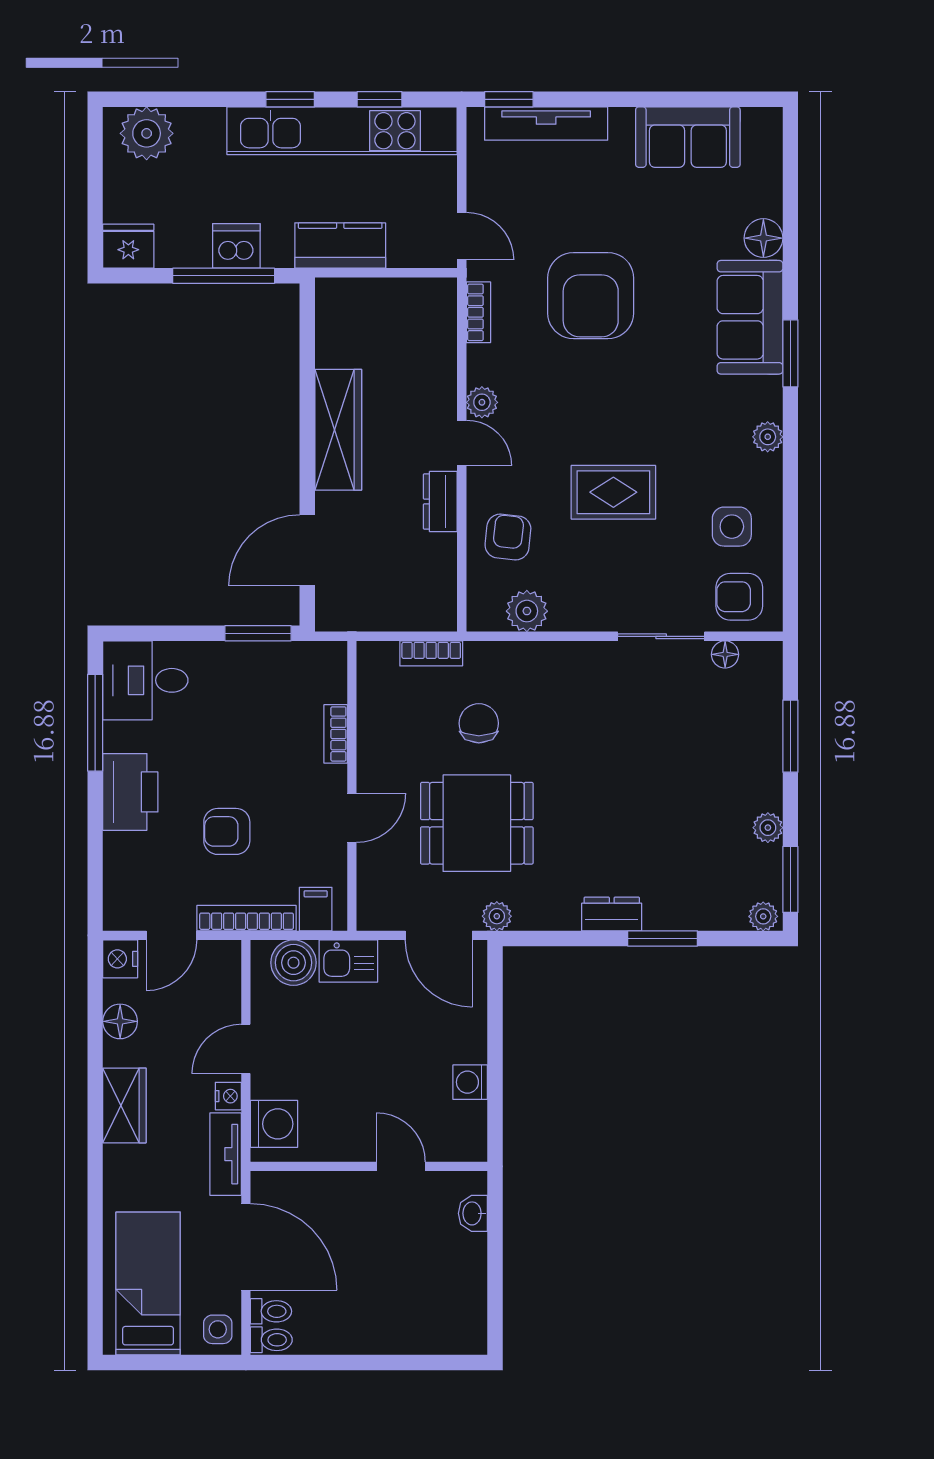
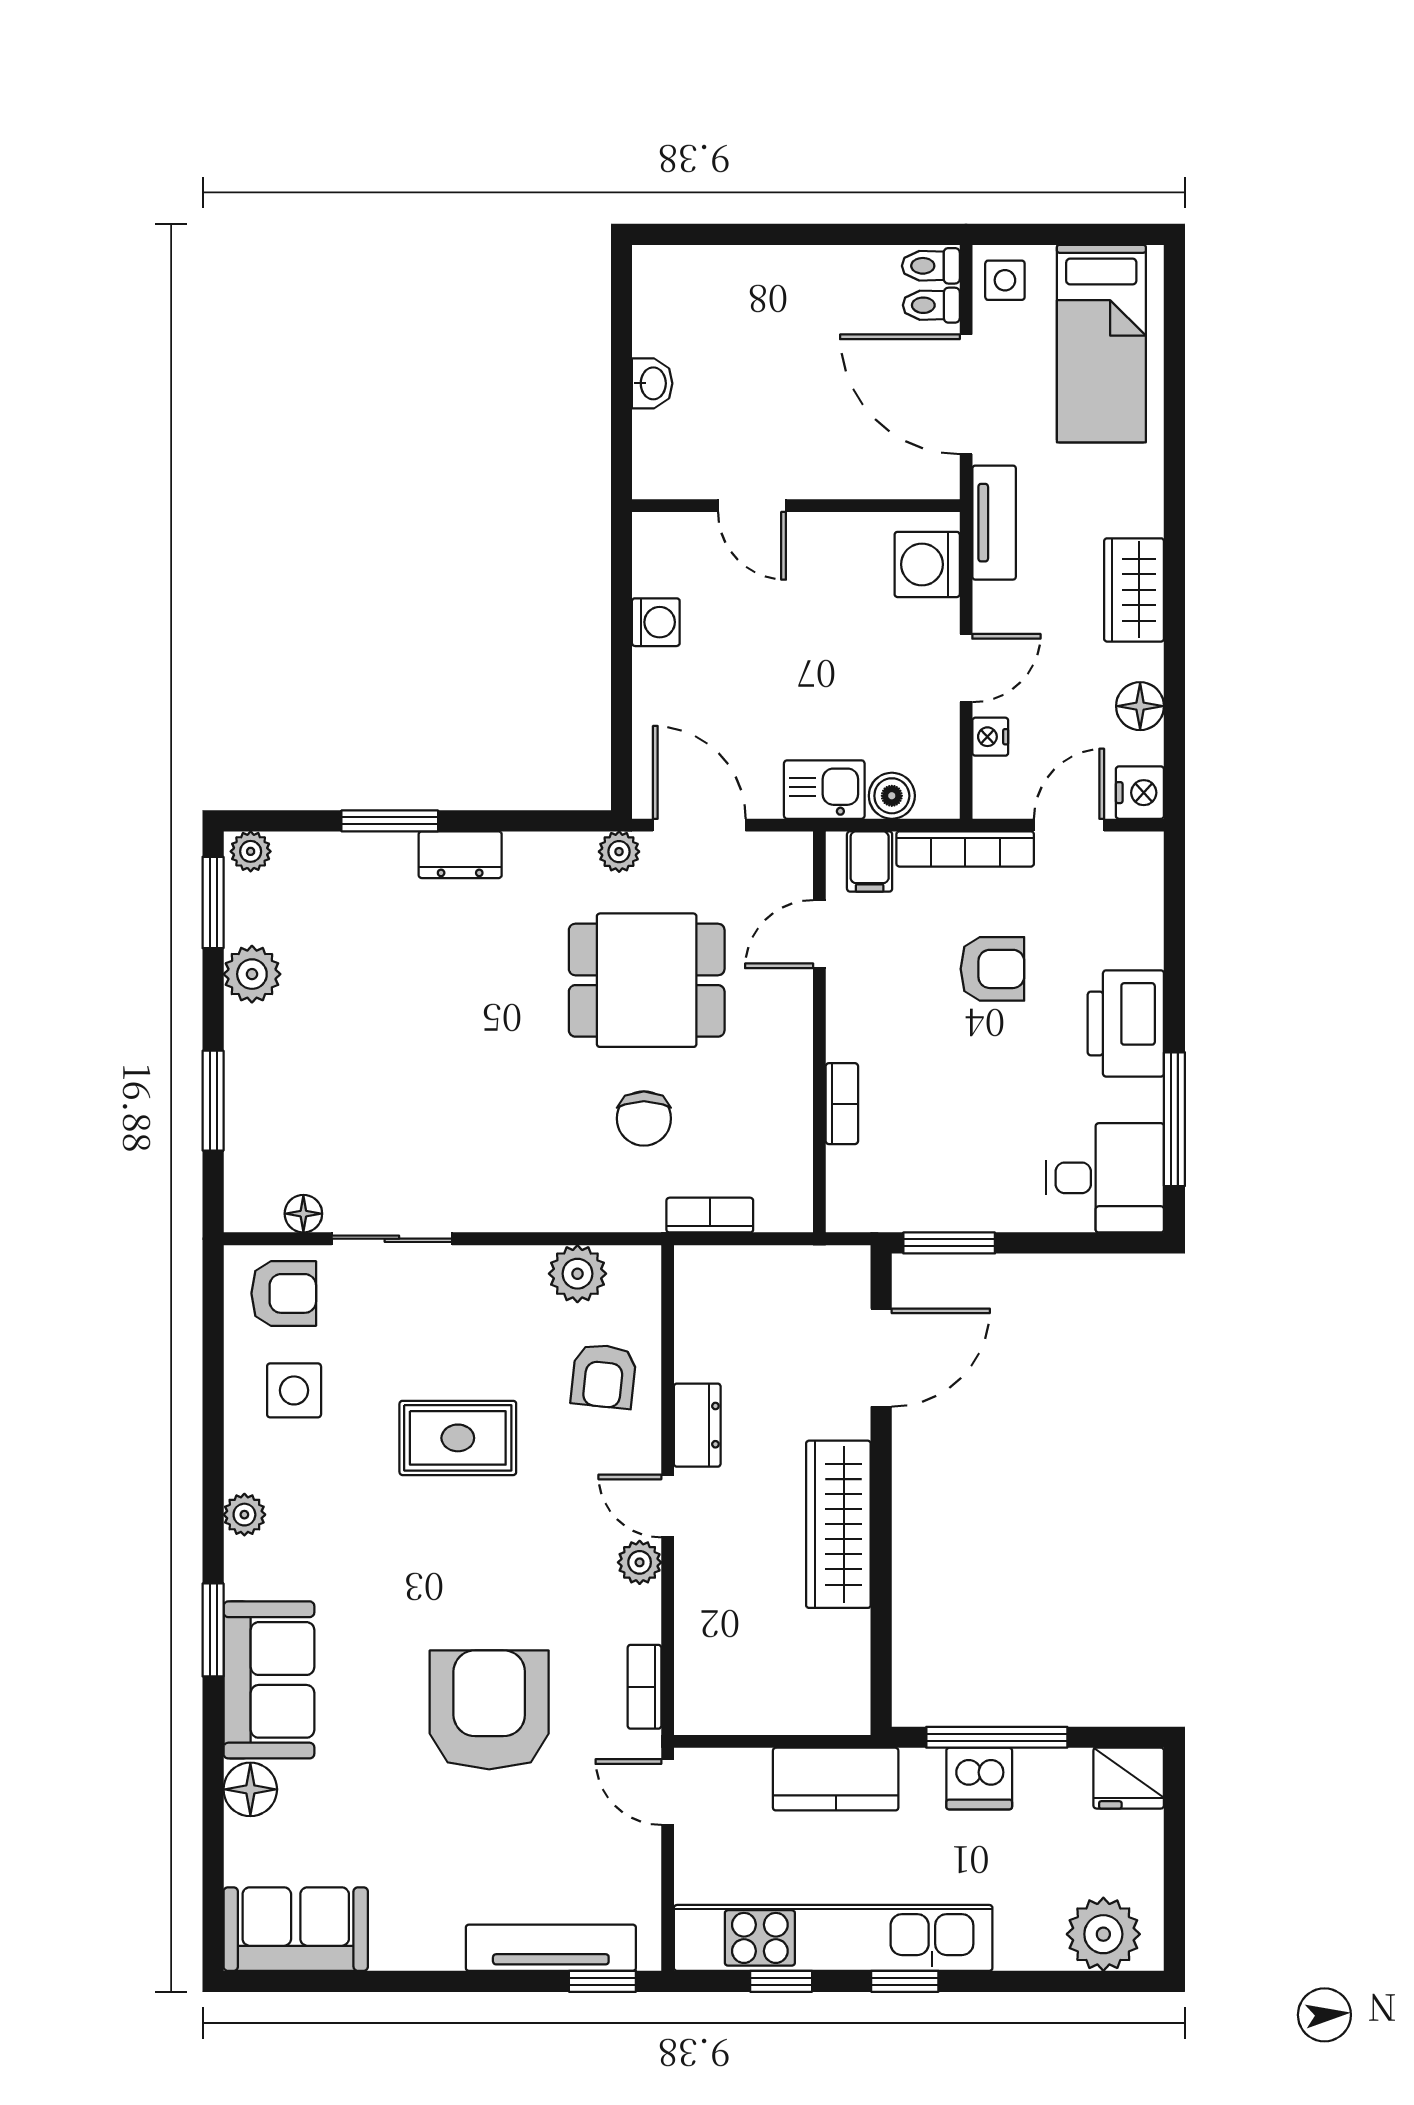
sofa: (688, 137) -> (296, 1929), moved
door: (352, 818) -> (819, 934), moved
plant: (768, 828) -> (252, 974), width x1.38, depth x1.38
boiler: (294, 963) -> (892, 796), width x0.73, depth x0.73
nightstand: (228, 1096) -> (990, 737), moved
washbasin: (473, 1213) -> (652, 383), moved

